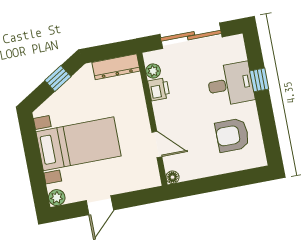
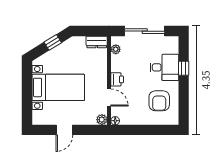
dresser: (116, 67) -> (97, 42), width x0.70
printer: (159, 89) -> (117, 79), moved
armchair: (232, 135) -> (159, 101), turned -90
plant: (57, 198) -> (102, 120), moved

